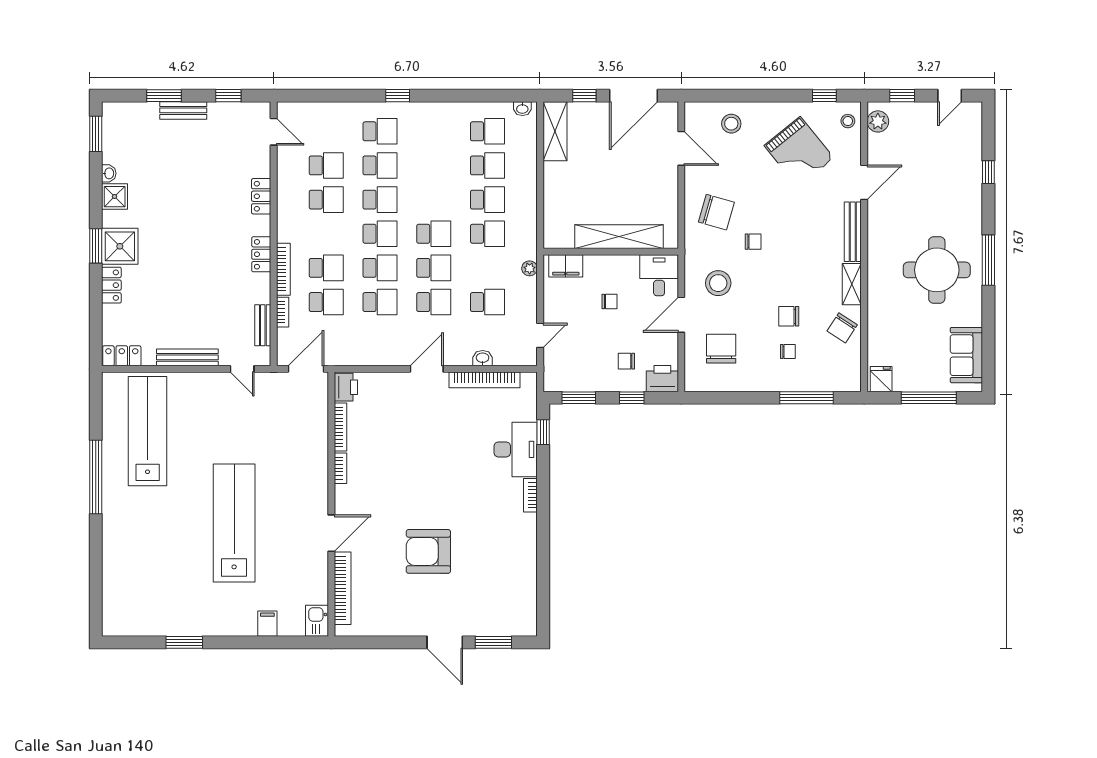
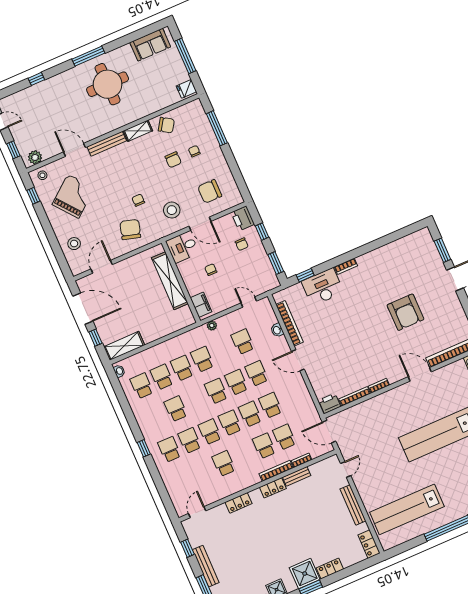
bench: (183, 110) -> (206, 566), width x1.36
school desk: (326, 165) -> (176, 409), moved
bench: (263, 325) -> (297, 476), moved

